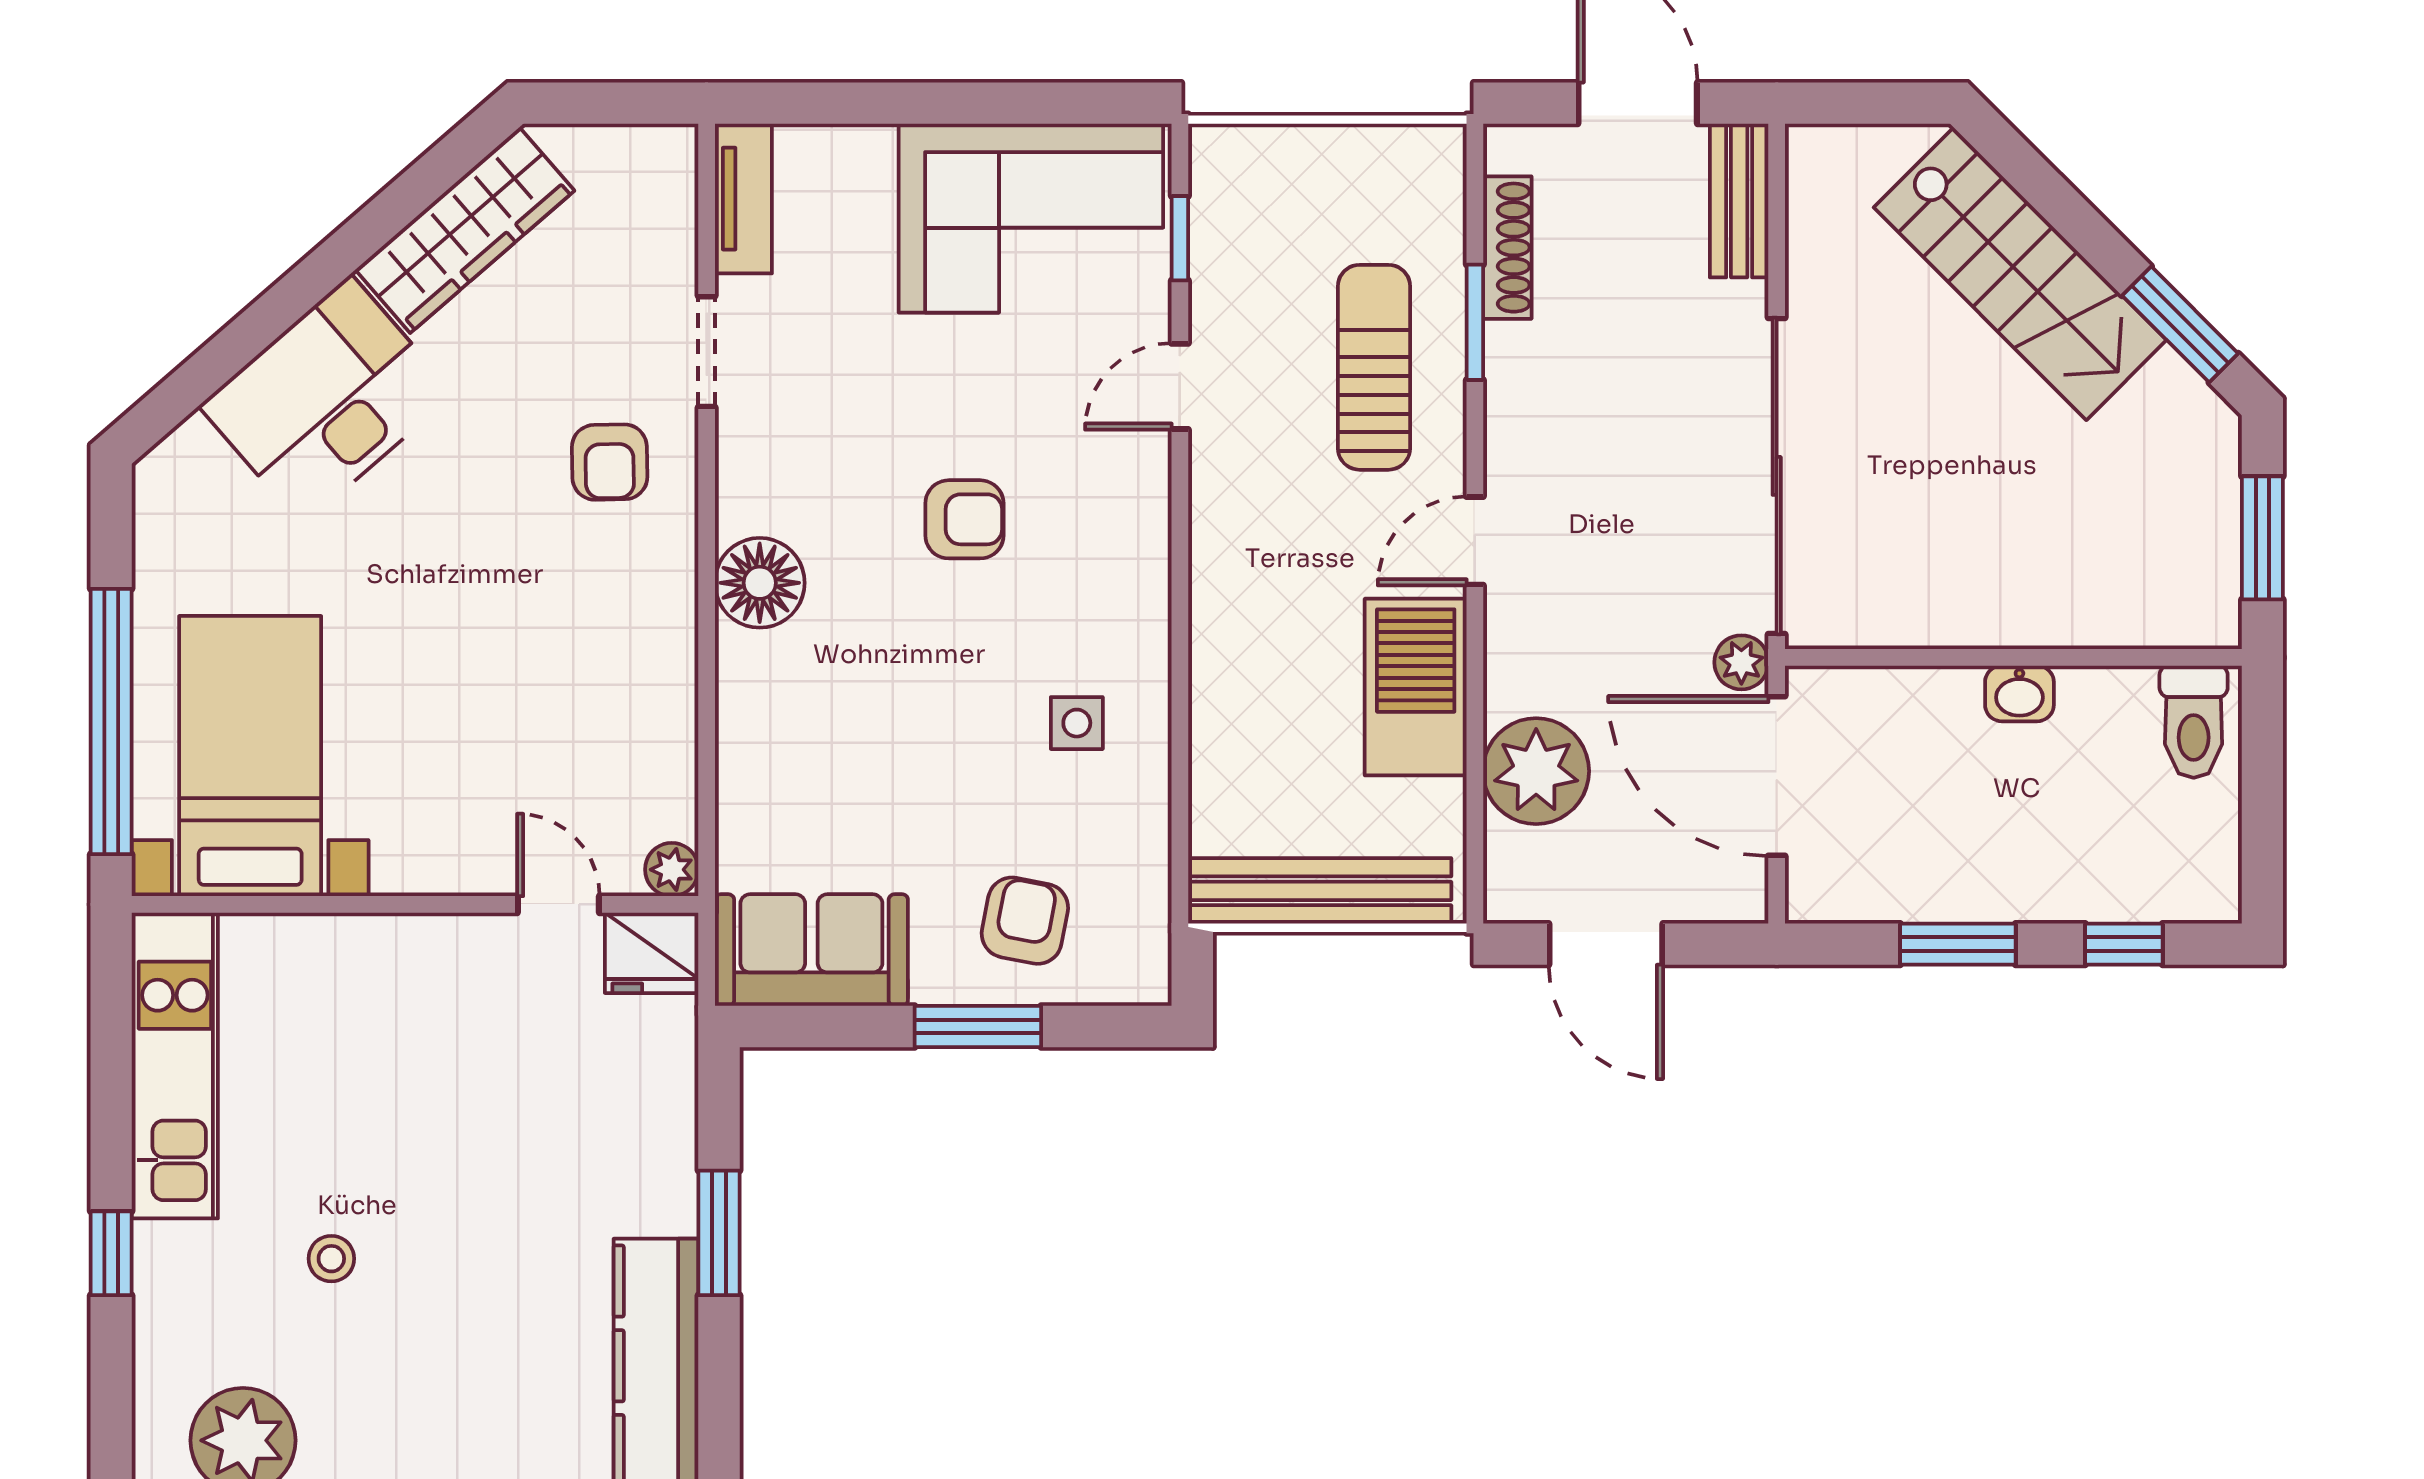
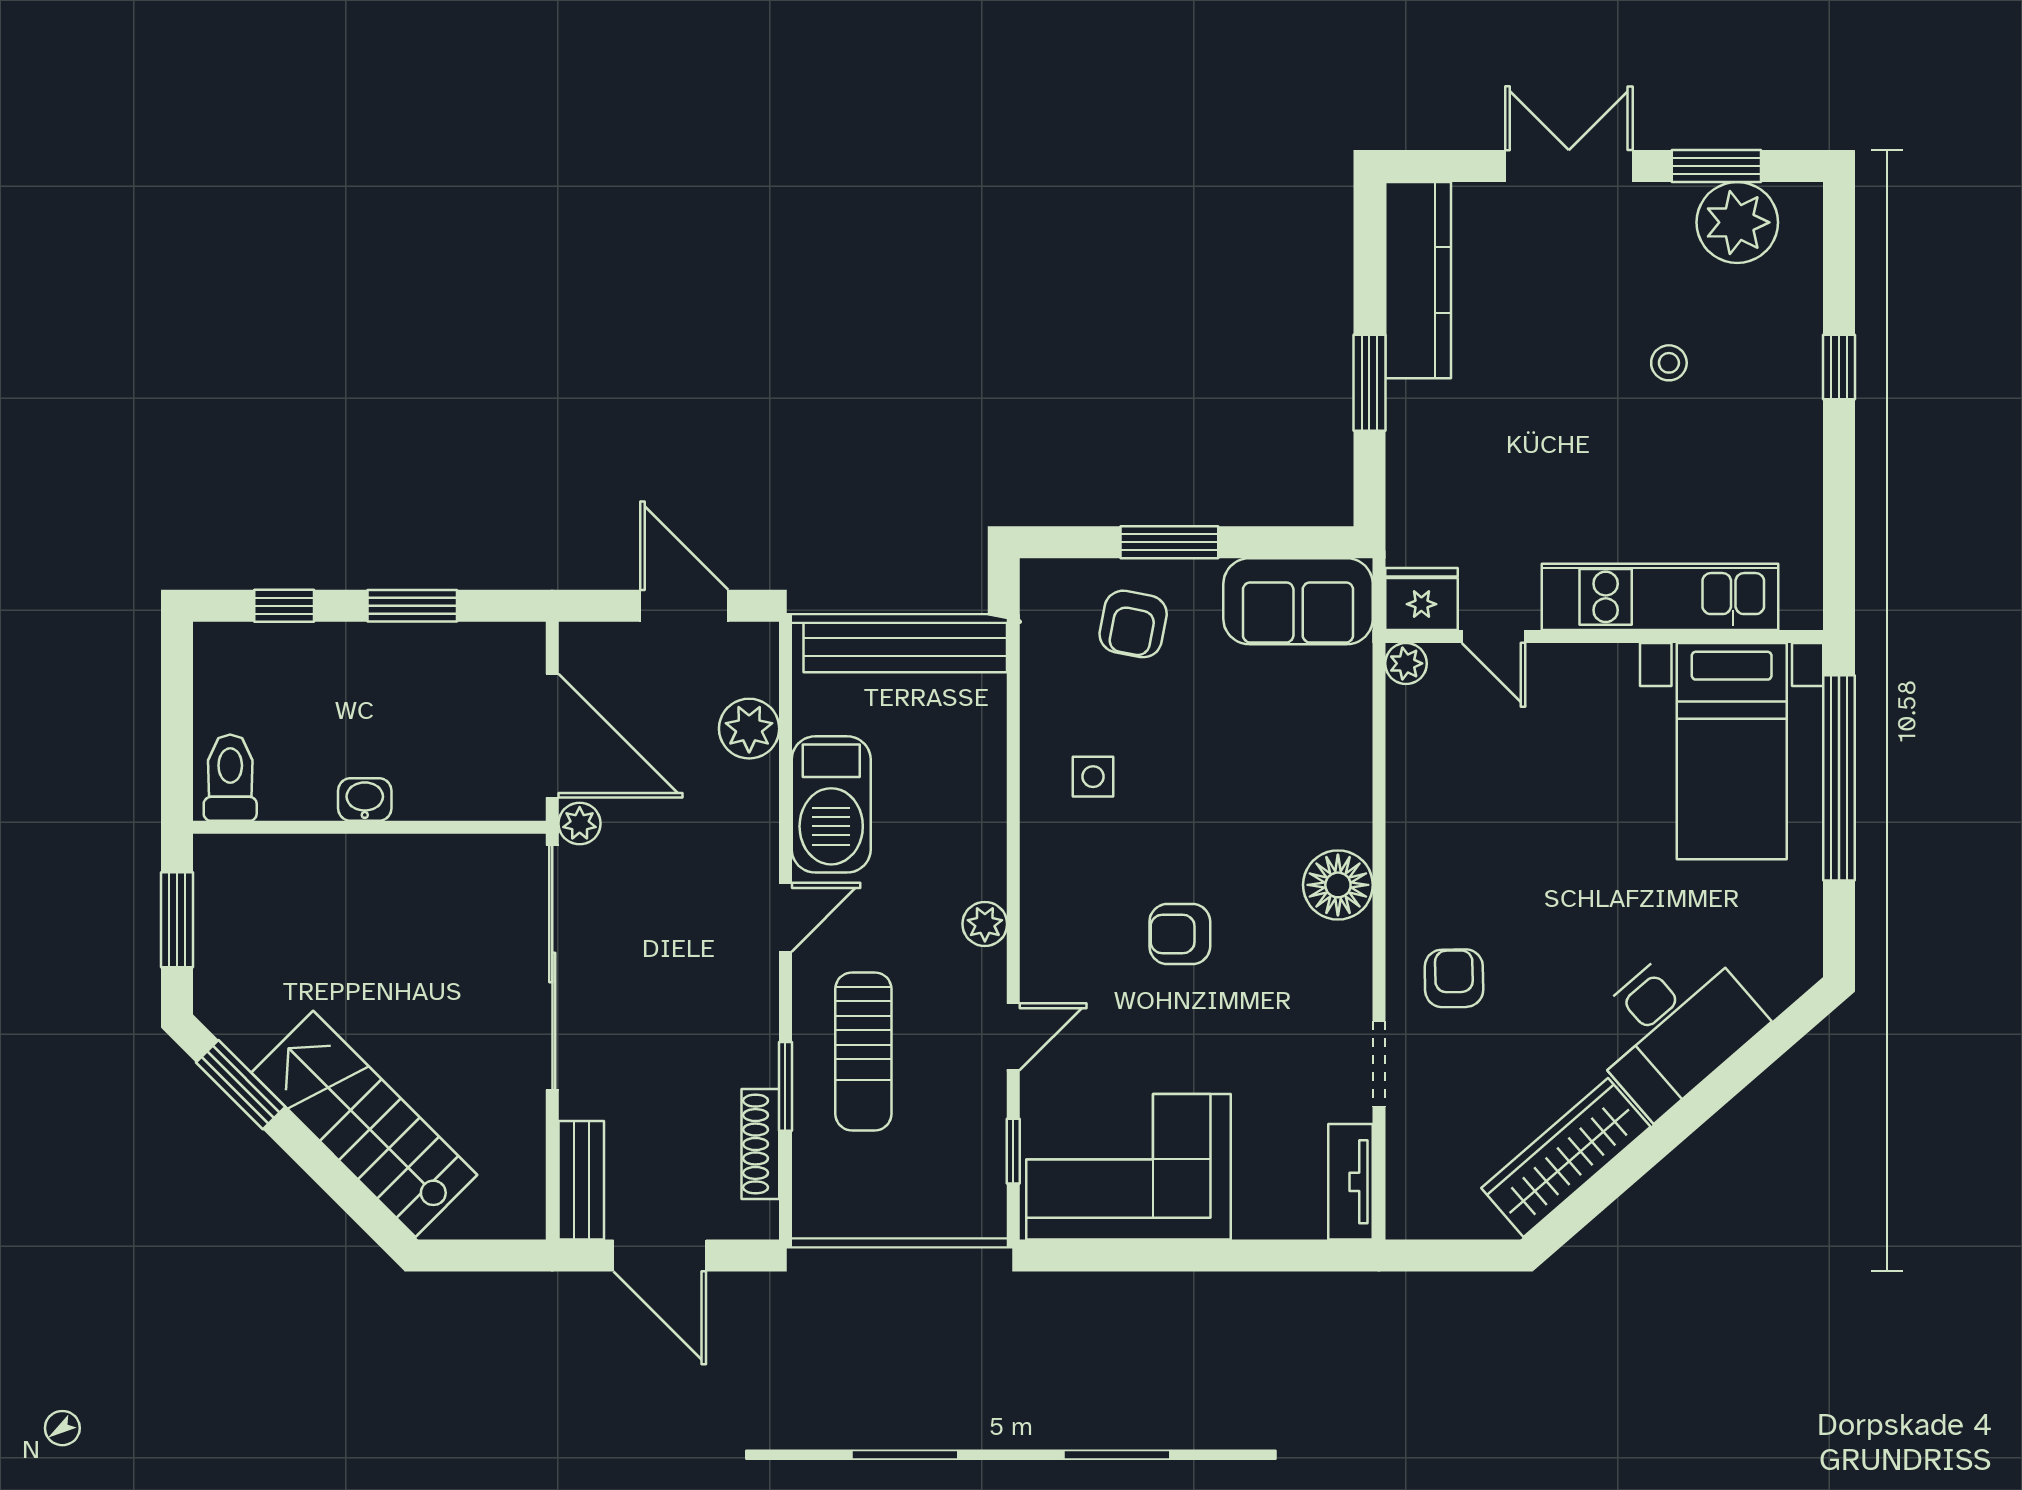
plant: (1217, 532) -> (985, 924), added
plant: (1536, 771) -> (749, 729), width x0.73, depth x0.73
kitchen unit: (175, 1066) -> (1660, 597), moved, turned 90

